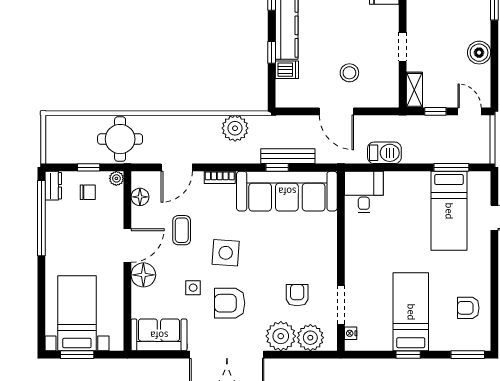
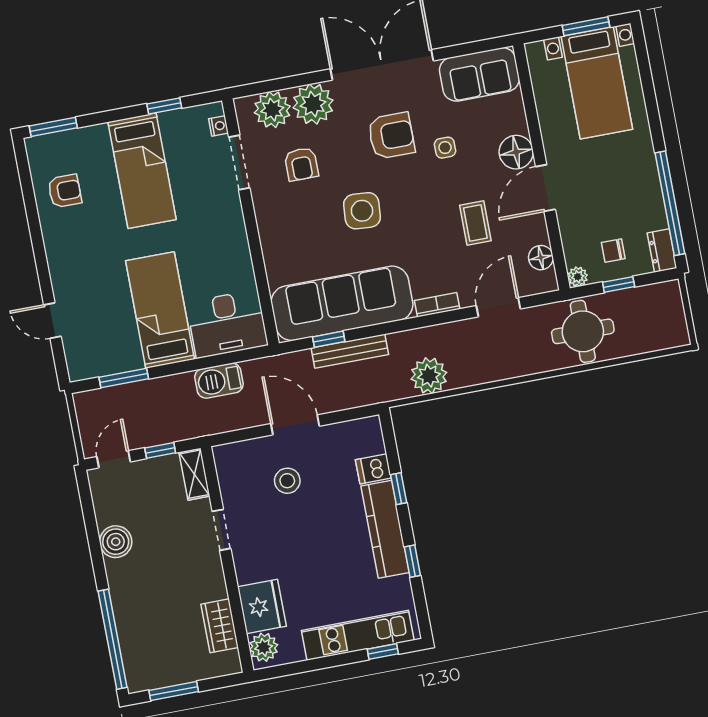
door: (470, 111) -> (114, 459), swing flipped
window: (277, 167) -> (329, 339), moved
desk: (364, 192) -> (227, 324), width x1.37
bed: (449, 211) -> (160, 310), moved
side table: (226, 253) -> (362, 211), moved
window: (408, 355) -> (164, 106), moved

